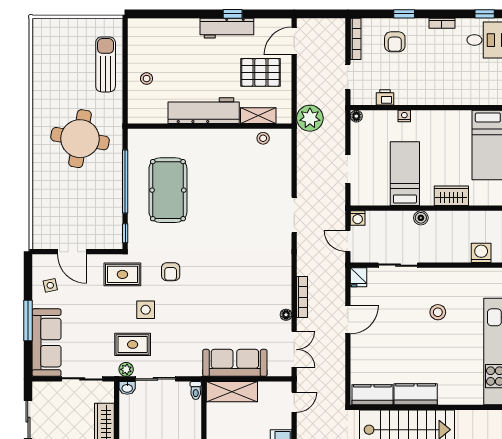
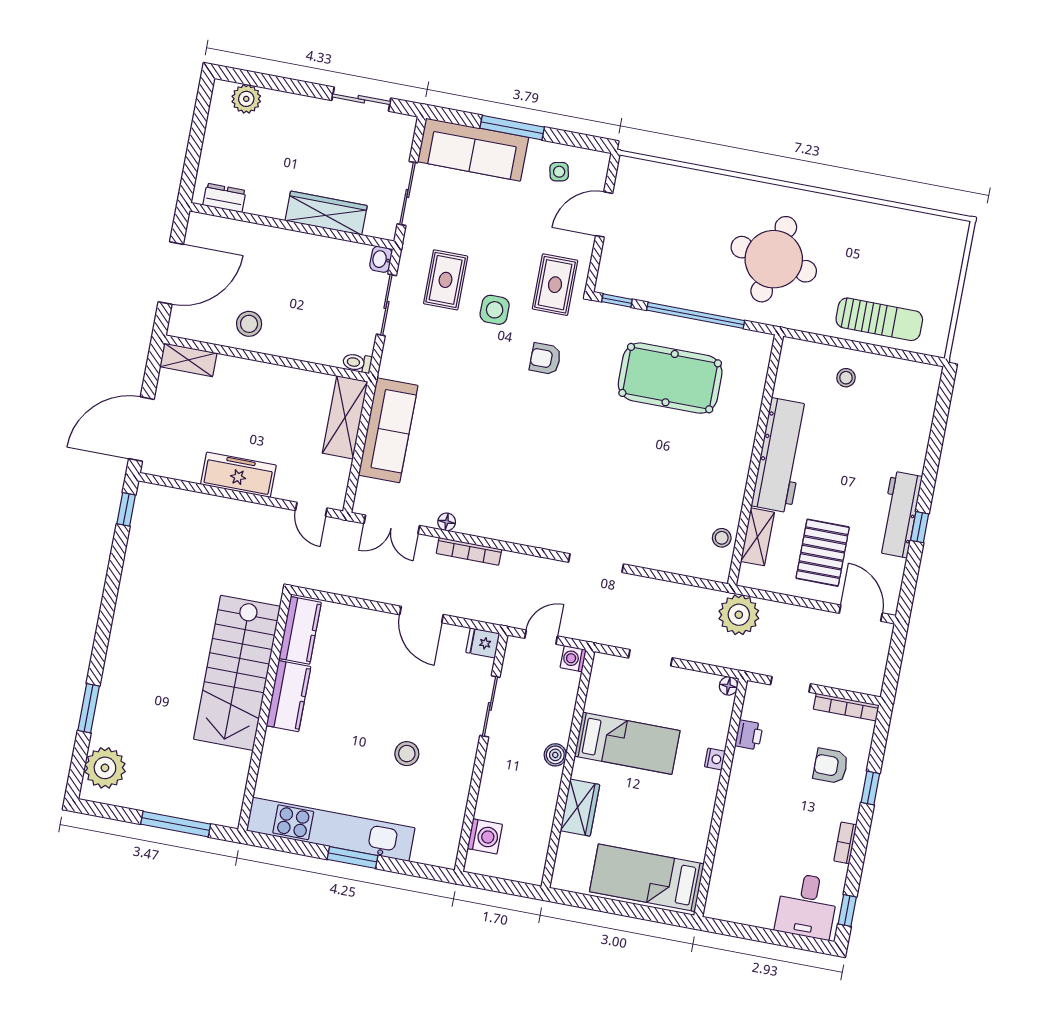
plant: (126, 369) -> (409, 263), removed

